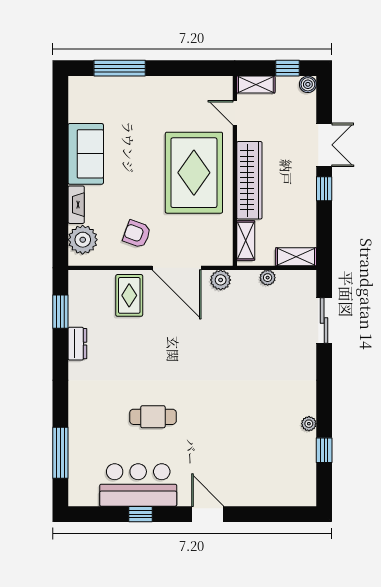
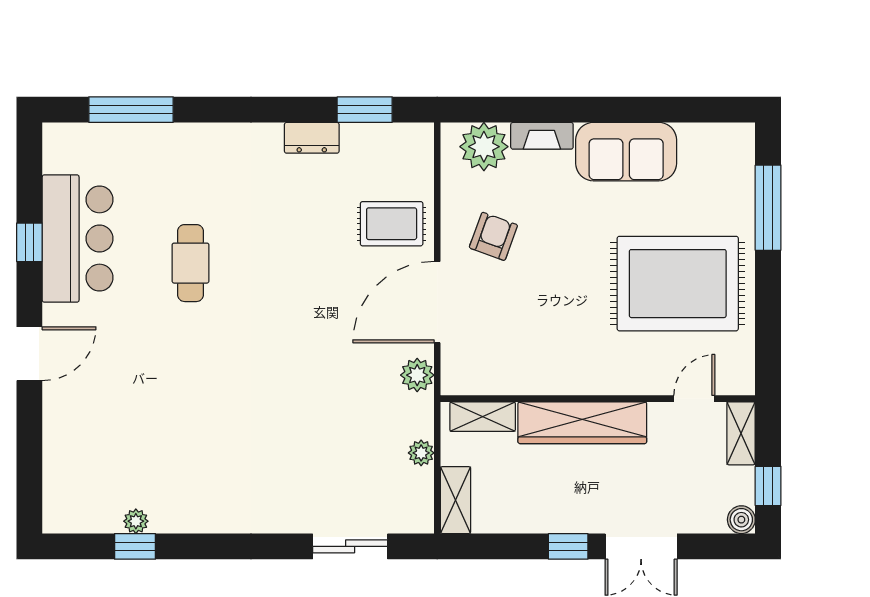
rug: (194, 173) -> (678, 284), moved
plant: (309, 424) -> (136, 521), moved

